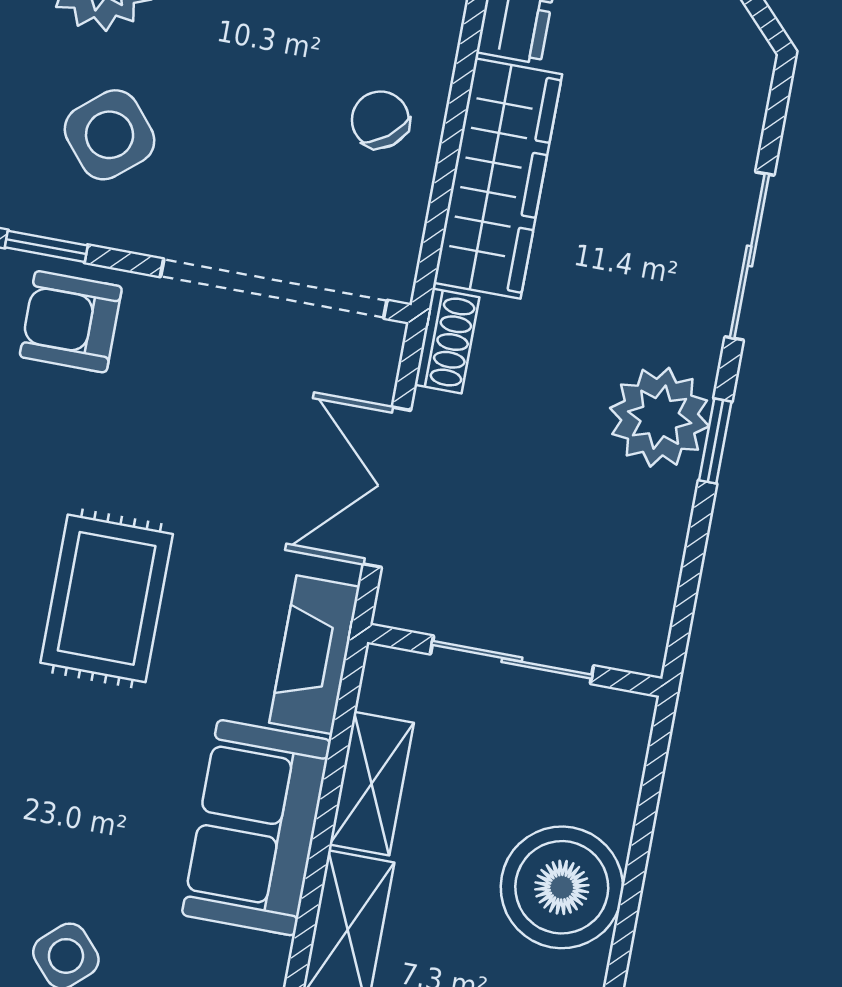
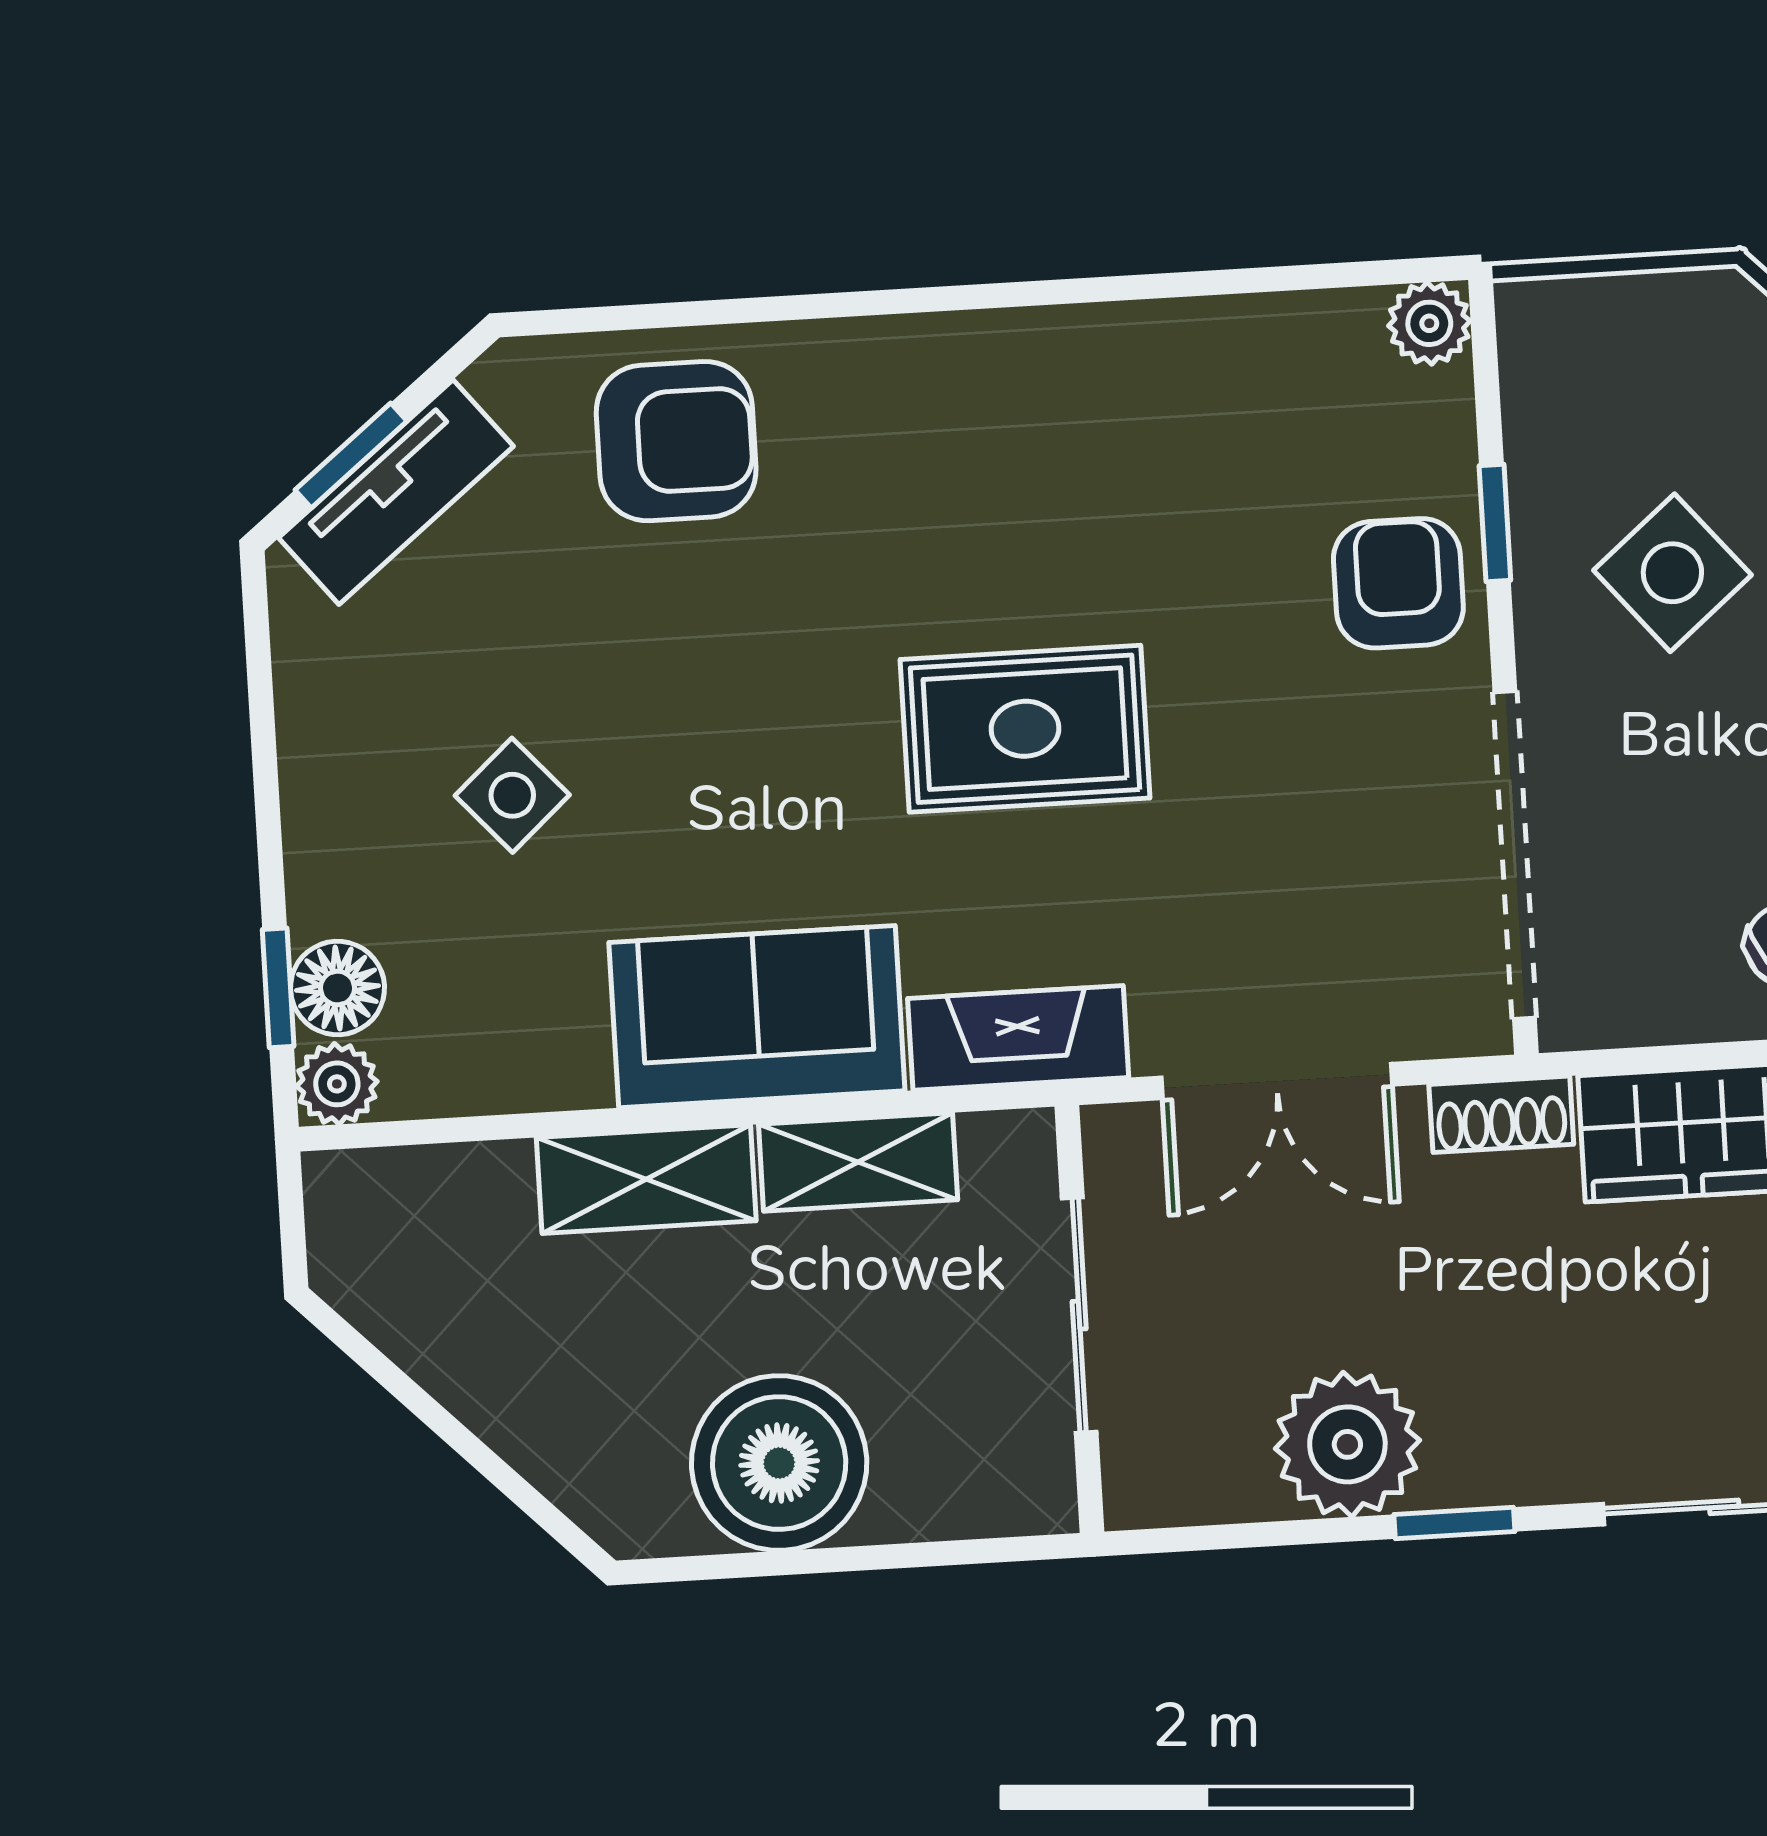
plant: (660, 417) -> (1347, 1444), moved
double door: (387, 487) -> (1277, 1081), swing flipped

